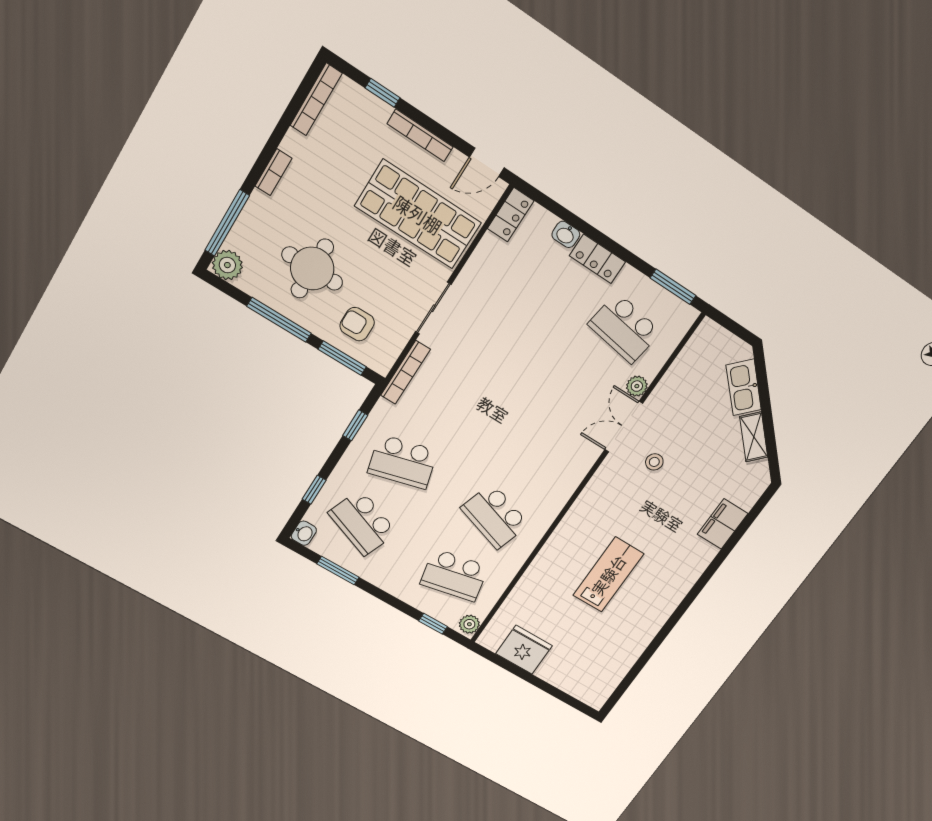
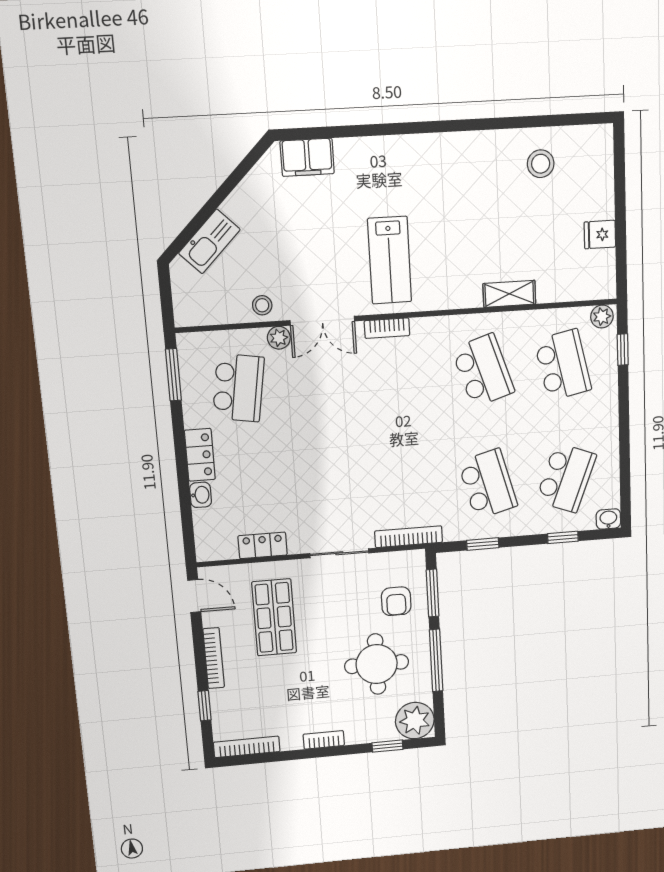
shop shelf: (418, 214) -> (274, 617), width x0.70, depth x0.74
locker: (511, 215) -> (263, 545), moved
window: (227, 223) -> (387, 746), width x0.46
plant: (227, 265) -> (415, 721), width x1.36, depth x1.36
shelving: (754, 437) -> (509, 294), moved, turned 45
stool: (654, 462) -> (262, 305), moved
bookcase: (581, 469) -> (387, 328), added
school desk: (495, 516) -> (483, 371), turned -36
filing cabinet: (723, 524) -> (307, 157), moved
window: (338, 571) -> (625, 468), removed
lab bench: (608, 575) -> (390, 260), moved, turned -90
stool: (610, 649) -> (541, 164), added
fridge: (524, 650) -> (600, 235), width x0.53, depth x0.75

